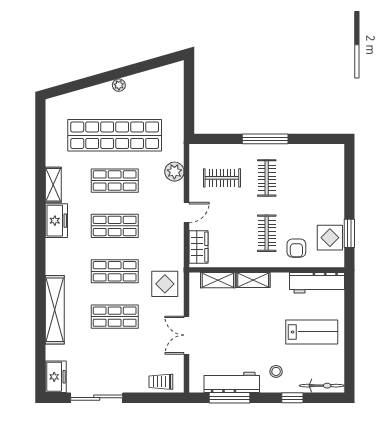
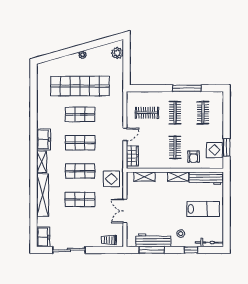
window: (265, 139) -> (187, 88), moved
plant: (174, 172) -> (117, 53), moved
clothes rail: (311, 178) -> (203, 113), added
shelving: (53, 185) -> (42, 162), moved
shelving: (253, 280) -> (178, 176), moved

